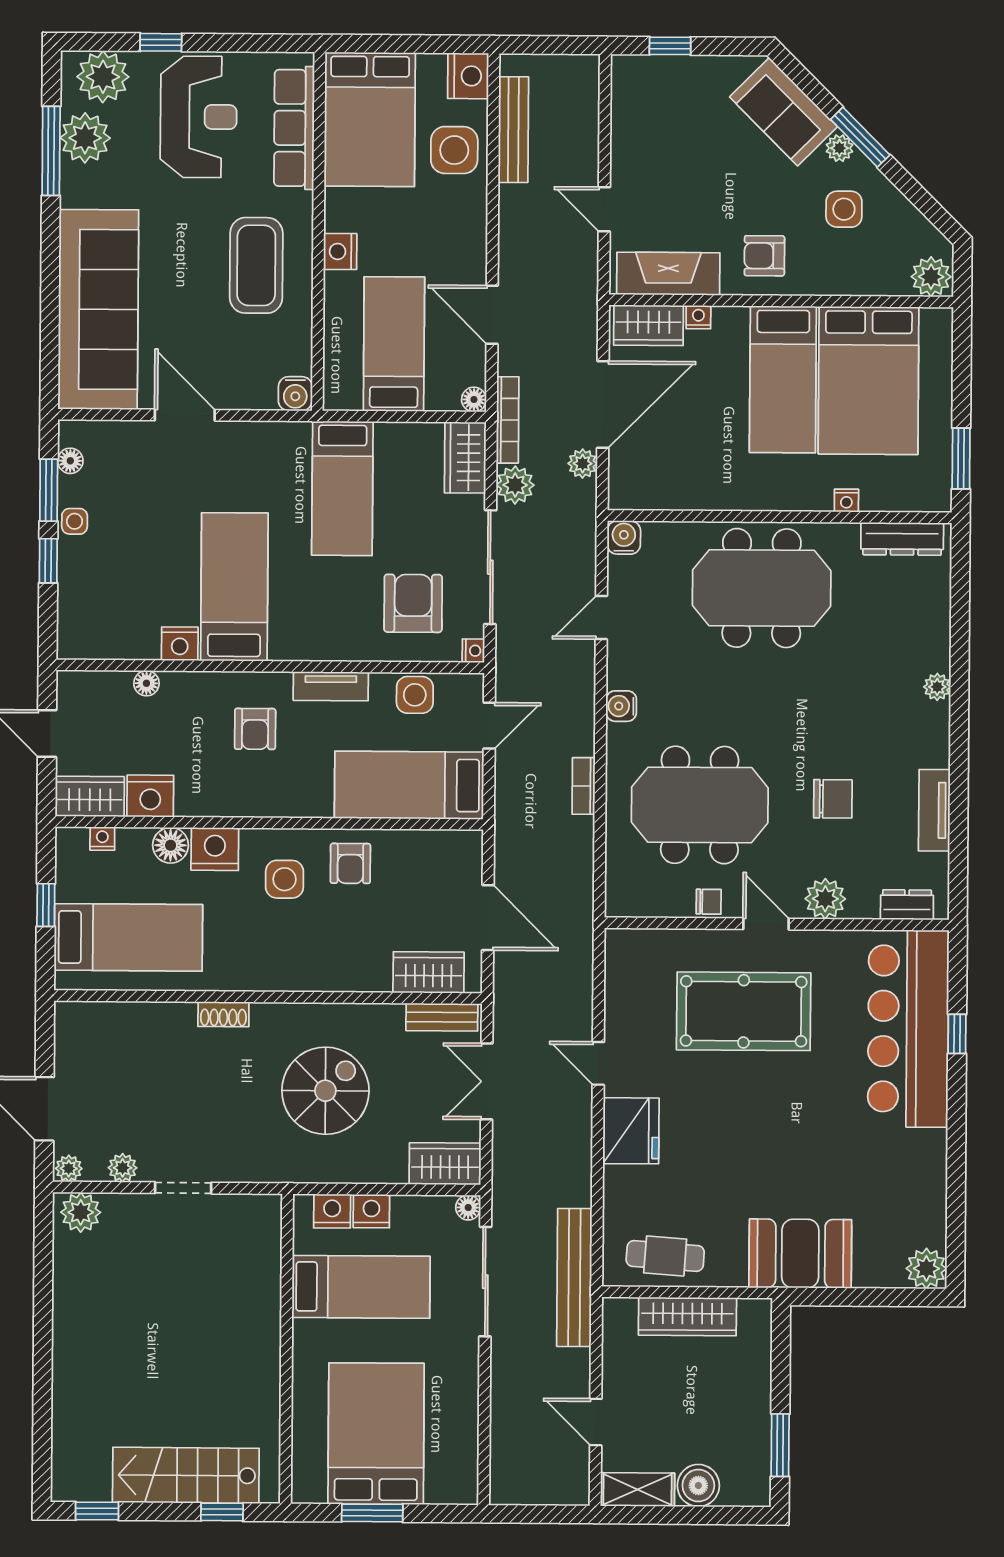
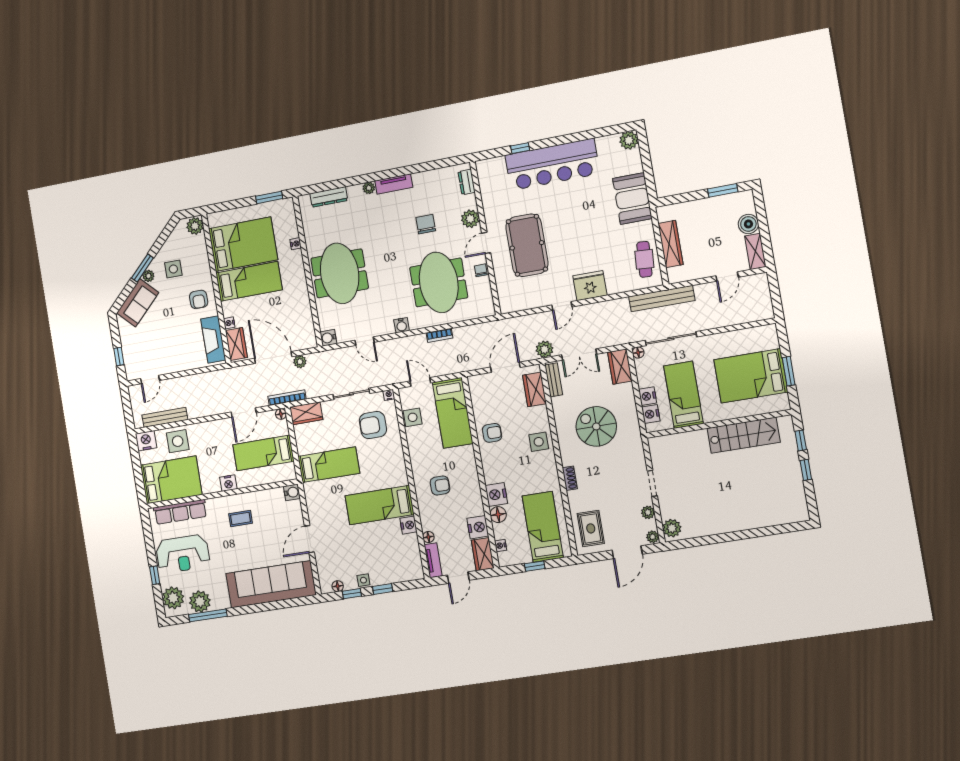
reception desk: (199, 117) -> (183, 554), turned 180
door: (604, 209) -> (150, 379), moved
coffee table: (256, 265) -> (241, 519), width x0.54, depth x0.58
plant: (515, 485) -> (545, 349), moved
window: (49, 490) -> (352, 594), width x0.67
dresser: (902, 539) -> (329, 197), moved, turned 90
sliding door: (490, 567) -> (351, 394), width x0.73
tv unit: (331, 686) -> (433, 560), moved
tv unit: (934, 810) -> (394, 184), moved
side table: (285, 879) -> (539, 442), moved
bar counter: (908, 1029) -> (552, 164), moved
rug: (108, 1040) -> (591, 528), added
stairs: (186, 1475) -> (744, 435), moved, turned -90
window: (97, 1511) -> (806, 470), moved

